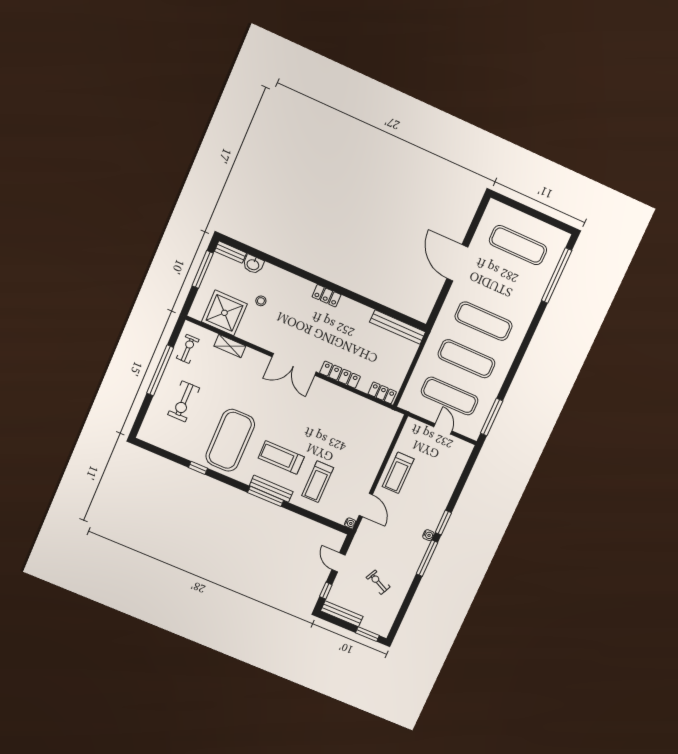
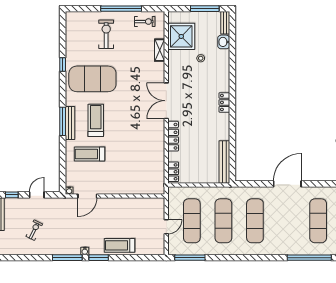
exercise bike: (184, 401) -> (106, 34), turned 90
treadmill: (398, 473) -> (119, 245), moved

